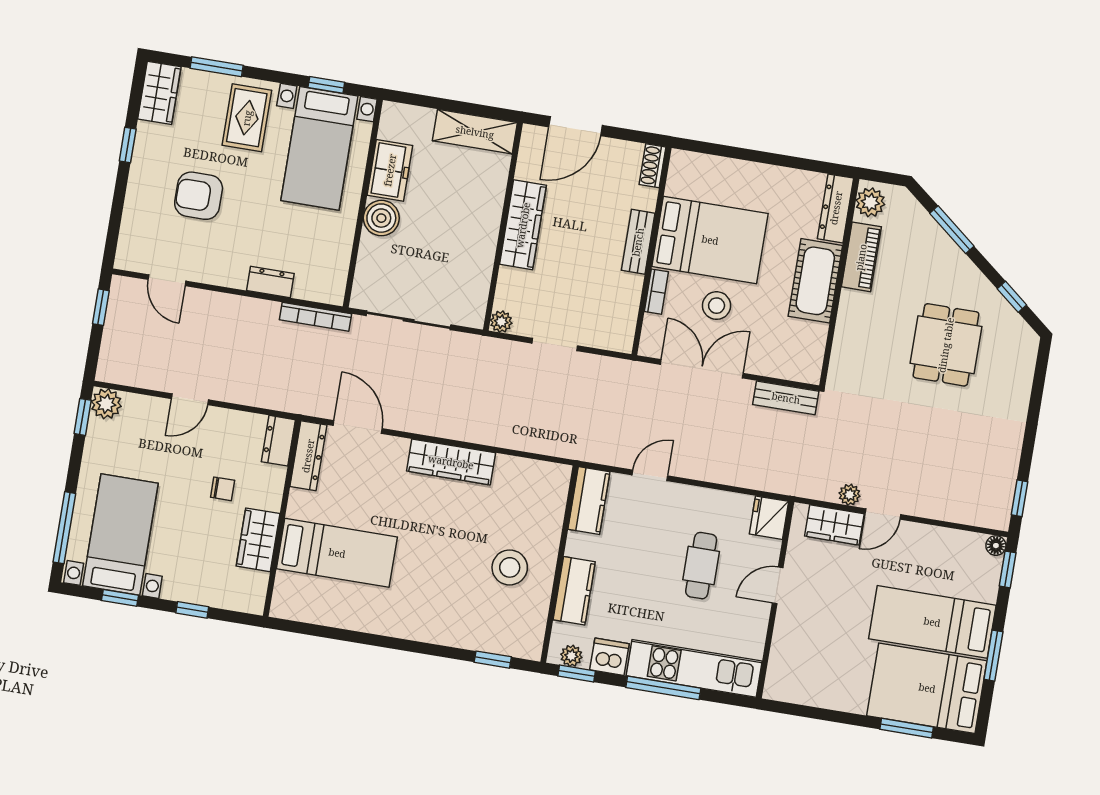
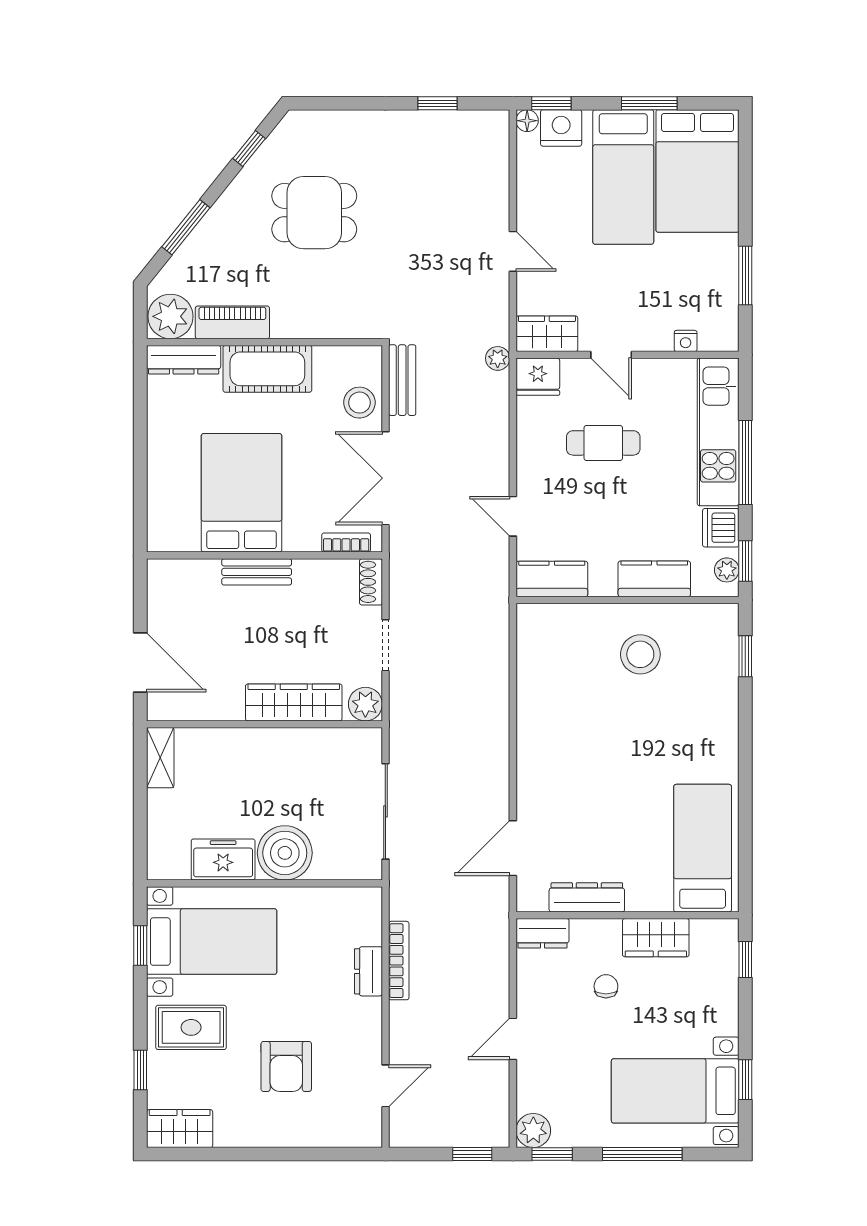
window: (217, 67) -> (140, 1070), width x0.67
shelving: (475, 132) -> (160, 758), width x0.67, depth x0.75
window: (128, 145) -> (243, 1154), removed
shoe rack: (653, 166) -> (371, 582), moved, turned 90
plant: (870, 202) -> (170, 316), width x1.36, depth x1.36
boiler: (381, 218) -> (285, 853), width x1.37, depth x1.37
wardrobe: (523, 225) -> (294, 702), moved
bookcase: (656, 292) -> (346, 543), moved
stool: (717, 306) -> (359, 403), moved
window: (101, 307) -> (472, 1154), moved
bookcase: (316, 317) -> (399, 961), moved
plant: (501, 322) -> (365, 704), width x1.38, depth x1.38
door: (190, 399) -> (513, 1039), swing flipped
dresser: (308, 456) -> (587, 897), moved
wardrobe: (451, 462) -> (534, 738), removed
plant: (850, 495) -> (498, 358), moved
window: (1019, 498) -> (437, 103), moved
wardrobe: (834, 525) -> (547, 334), moved, turned -90
window: (64, 528) -> (642, 1154), moved
bed: (337, 553) -> (703, 848), moved
nightstand: (985, 574) -> (561, 128), added
window: (192, 610) -> (745, 959), moved
nightstand: (779, 653) -> (686, 341), added
window: (907, 728) -> (745, 276), moved

